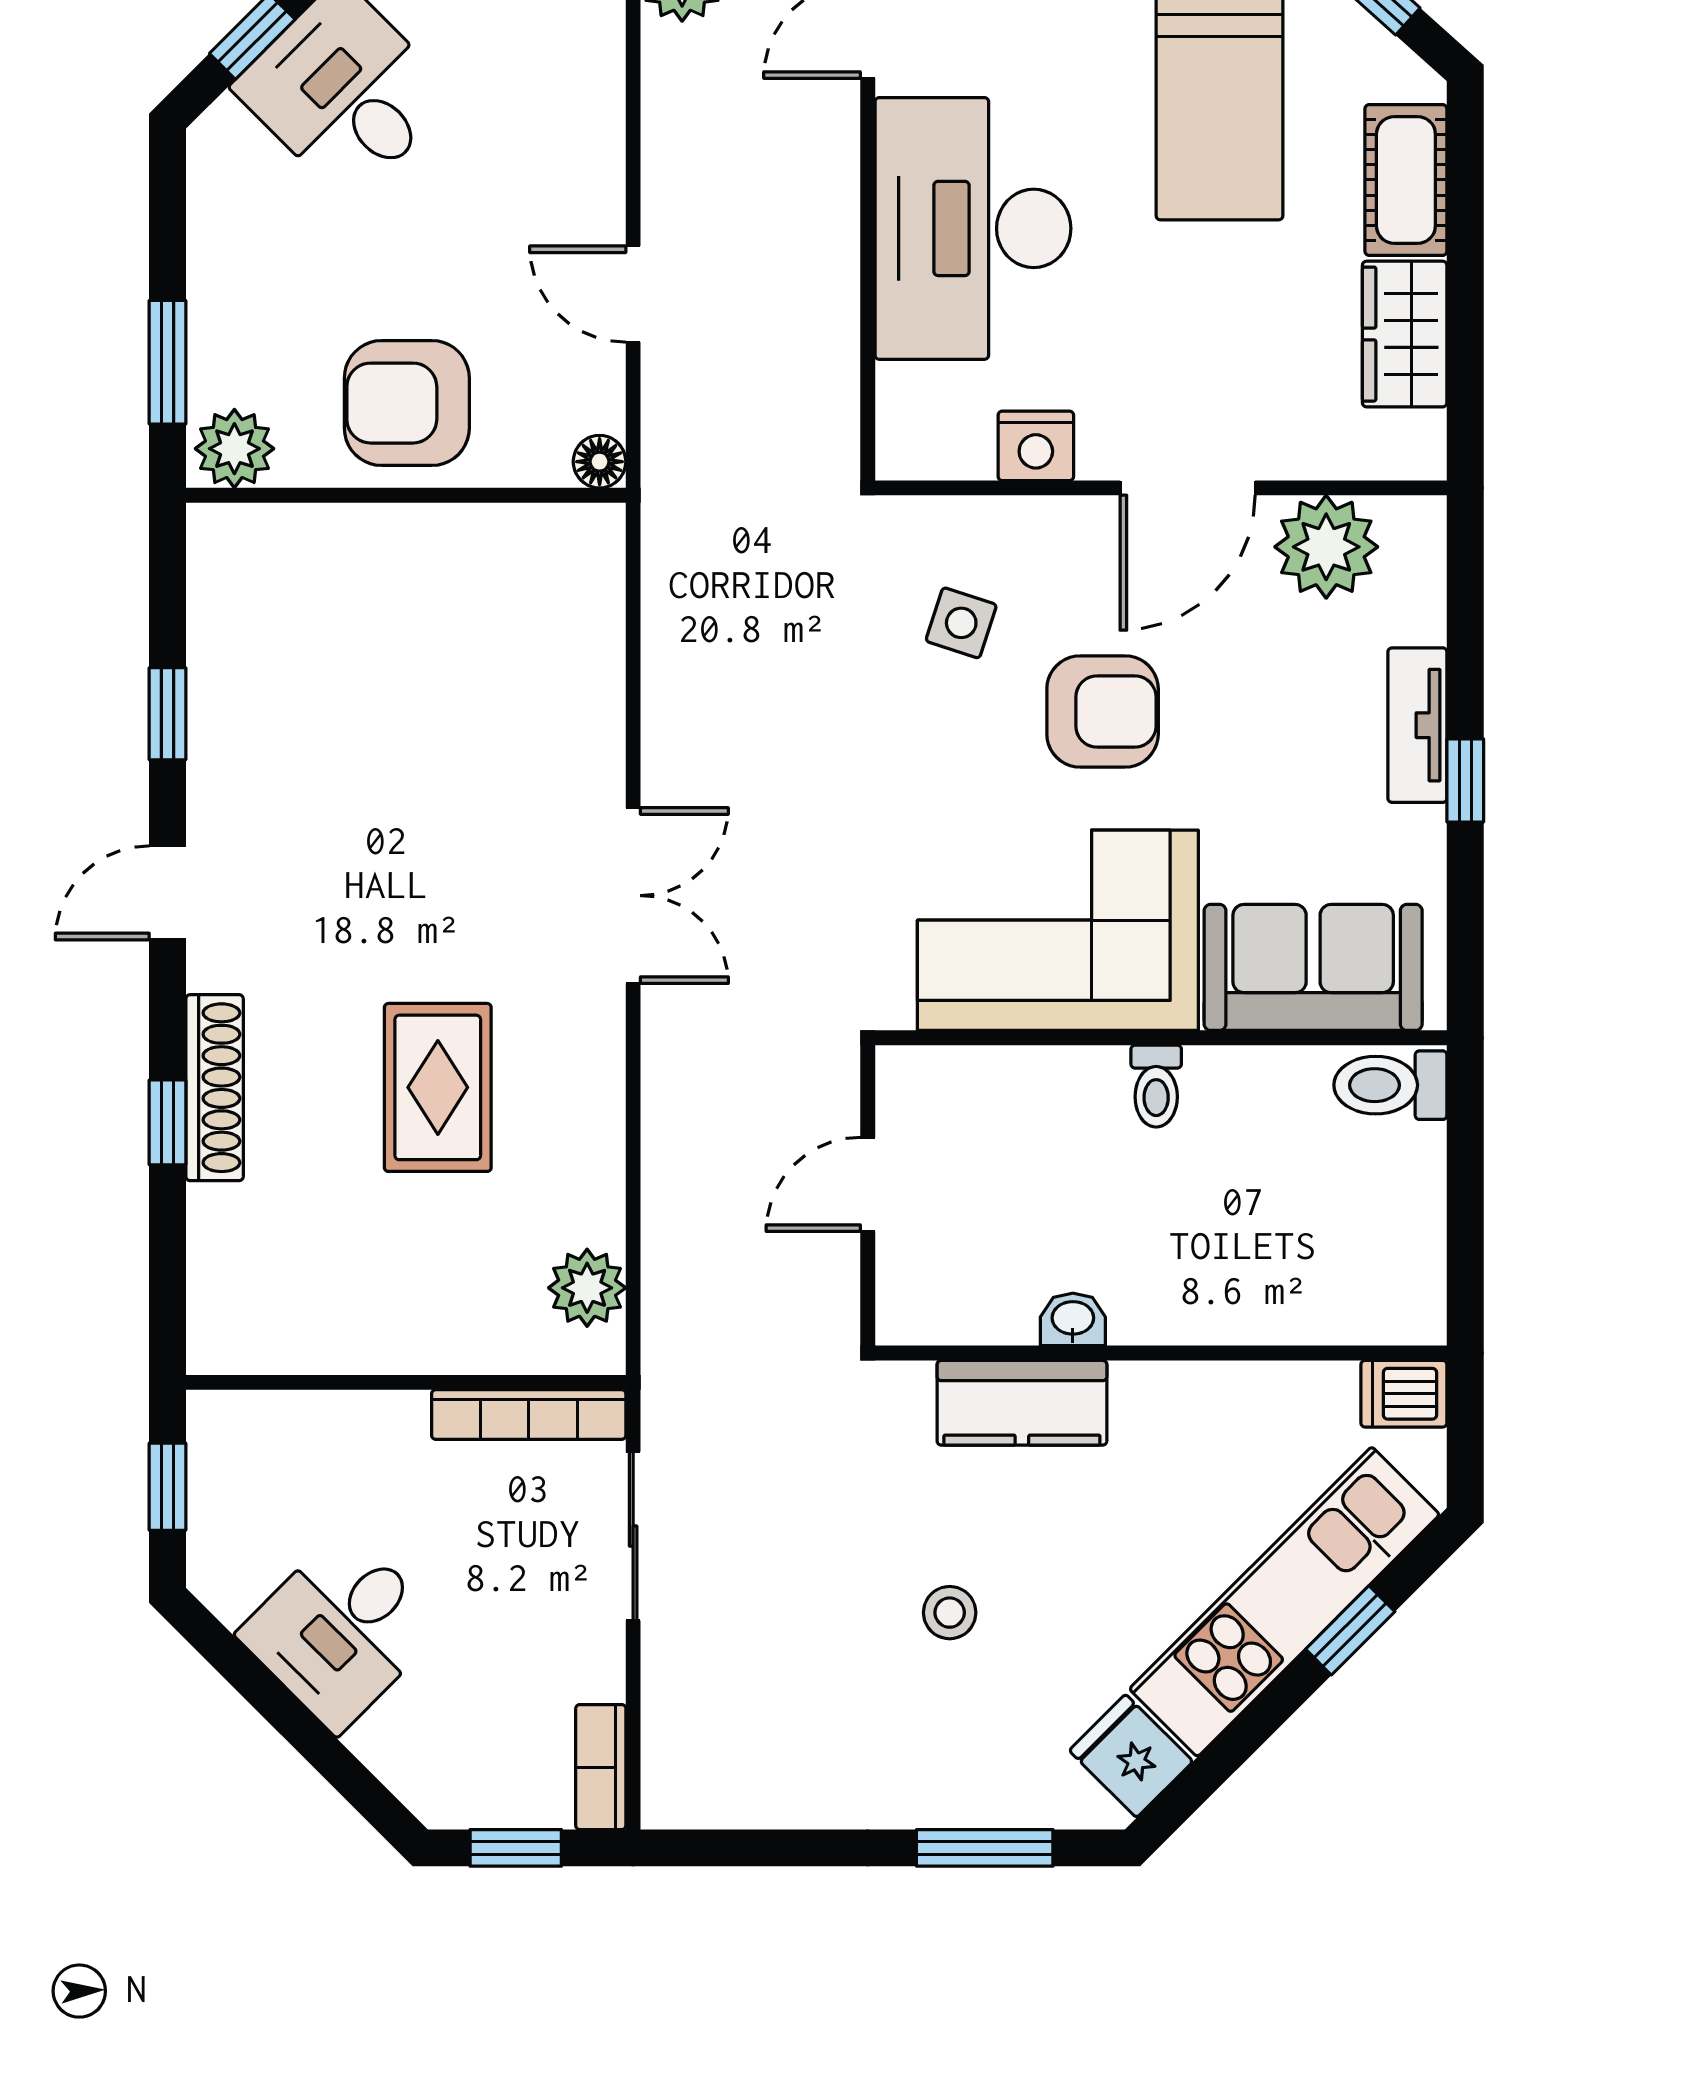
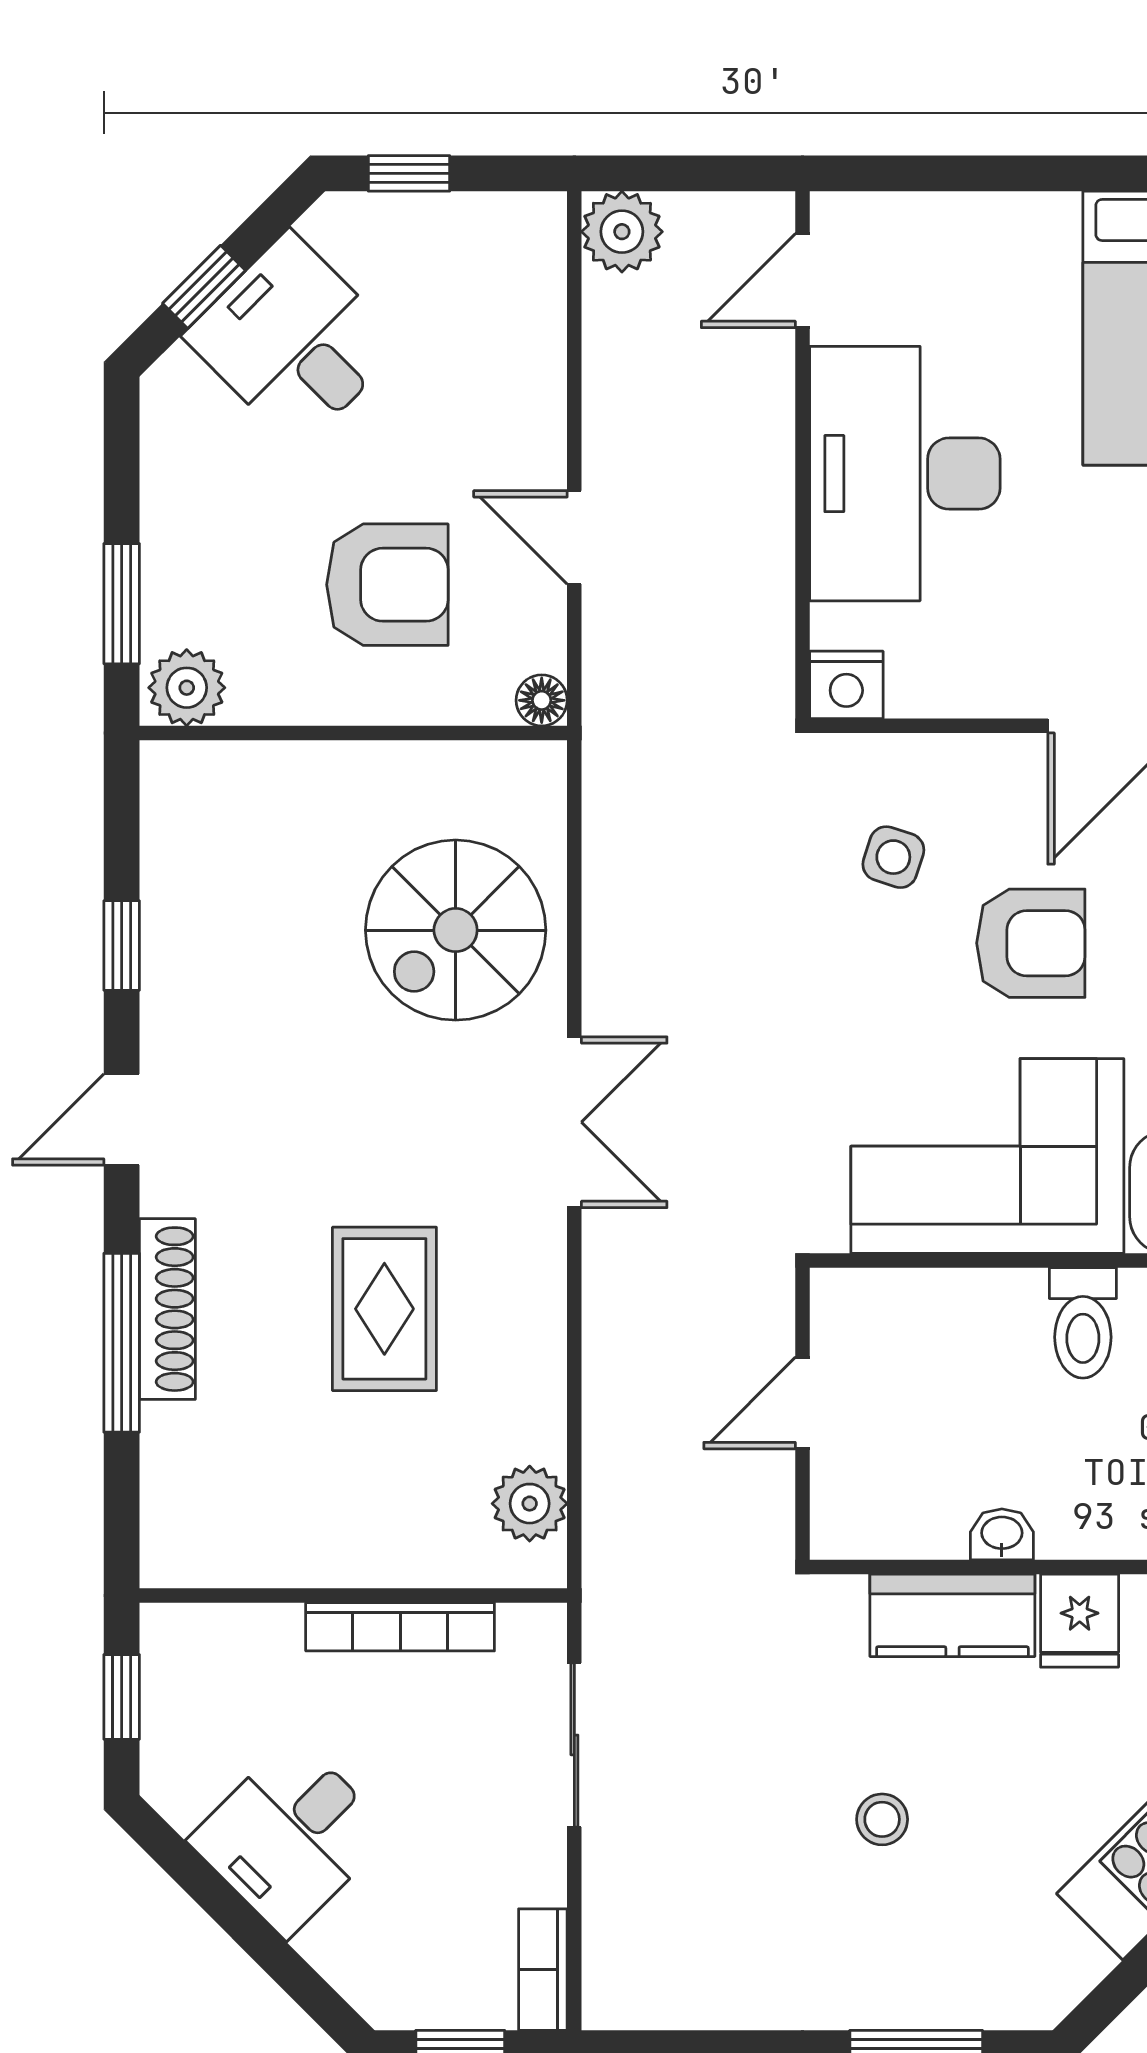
armchair: (407, 403) -> (387, 585), moved, turned 180
nightstand: (1036, 446) -> (846, 685), moved
spiral stairs: (511, 698) -> (456, 930), added
toilet: (1156, 1086) -> (1083, 1323), width x1.37, depth x1.39
window: (168, 1122) -> (122, 1343), width x2.17
bookcase: (529, 1415) -> (400, 1627), moved
fridge: (1131, 1756) -> (1080, 1621), moved, turned -135

